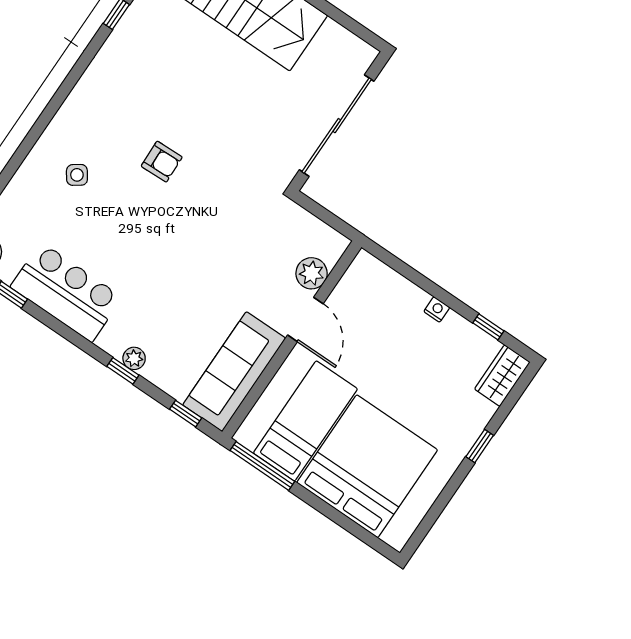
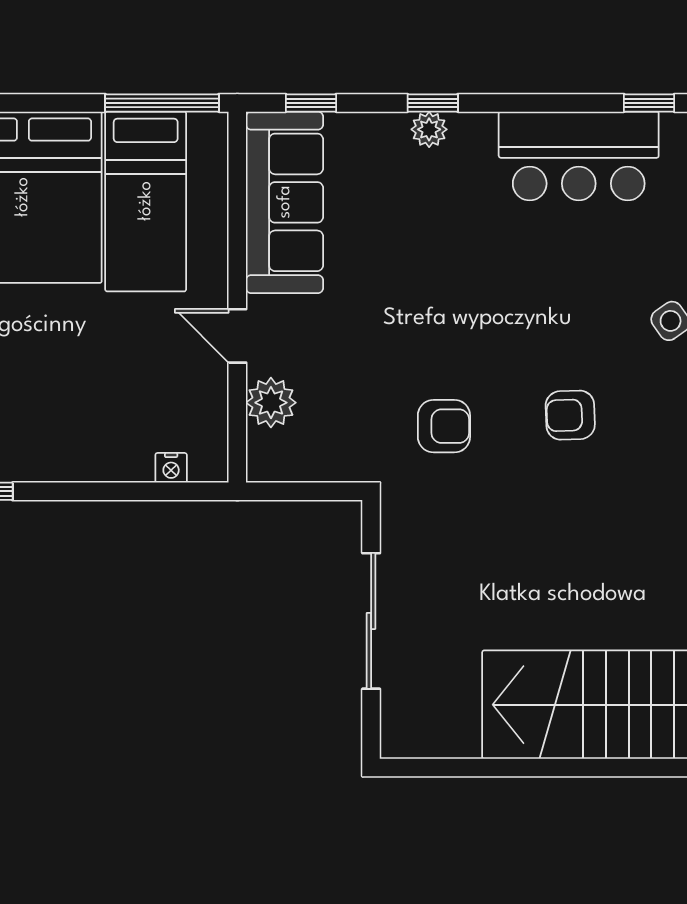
sliding door: (337, 126) -> (371, 621), width x0.73
armchair: (231, 200) -> (444, 426), added
nightstand: (437, 309) -> (171, 468), moved
door: (305, 319) -> (237, 336), width x0.73

